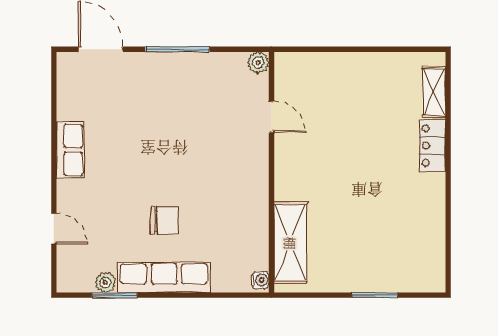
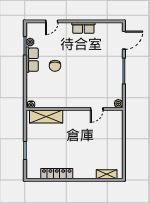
locker: (432, 146) -> (57, 174), moved, width x1.53
row of seats: (164, 277) -> (32, 60), width x0.68

